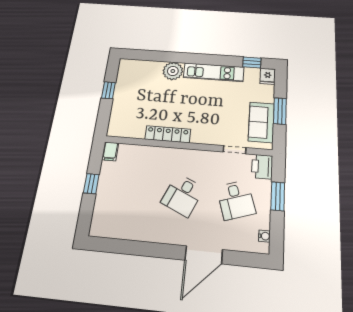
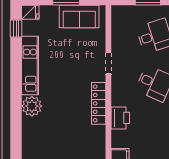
doorway: (235, 150) -> (108, 63), moved
printer: (262, 167) -> (120, 118), moved, turned -90

